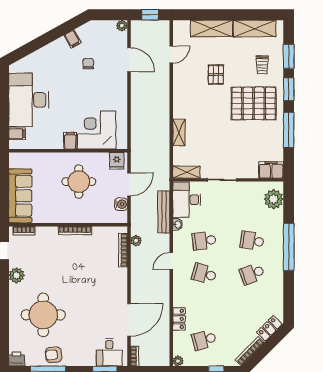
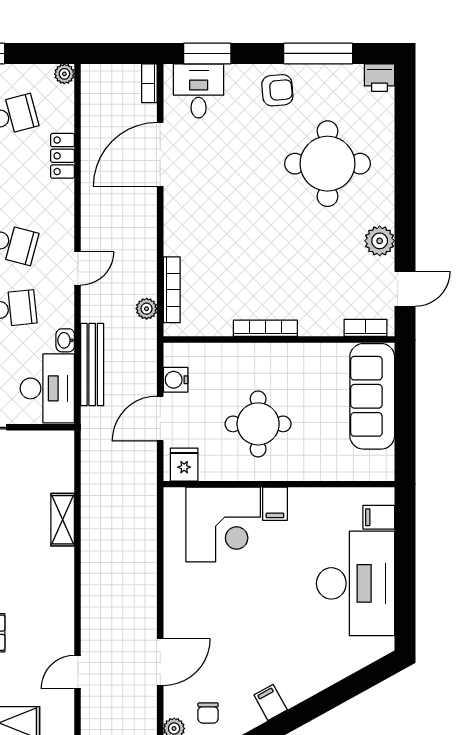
door: (129, 60) -> (160, 662), swing flipped
chair: (88, 64) -> (208, 713), moved
shelving: (186, 172) -> (48, 442), removed
armchair: (54, 355) -> (277, 90), moved

